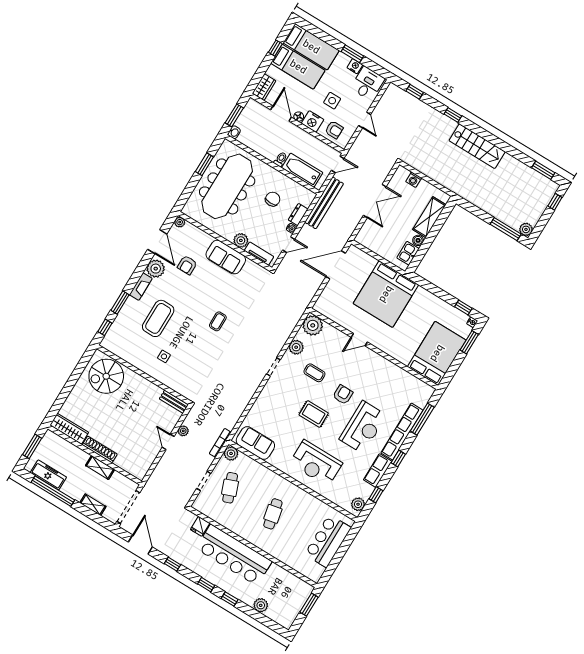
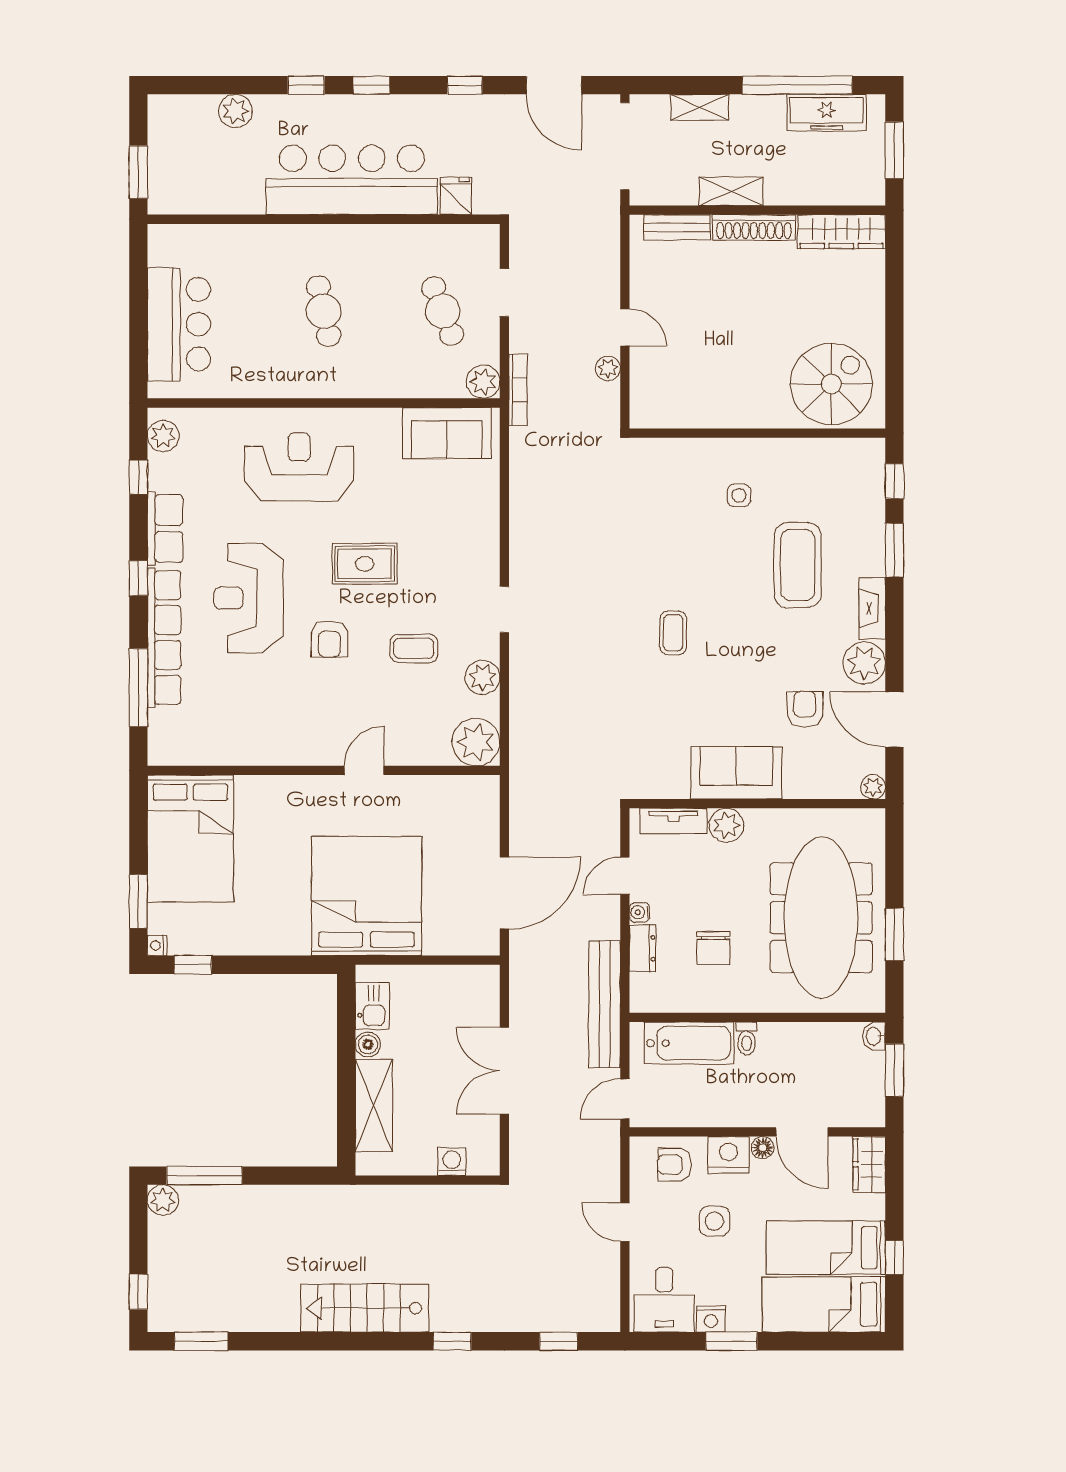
bench: (174, 402) -> (677, 227), moved

